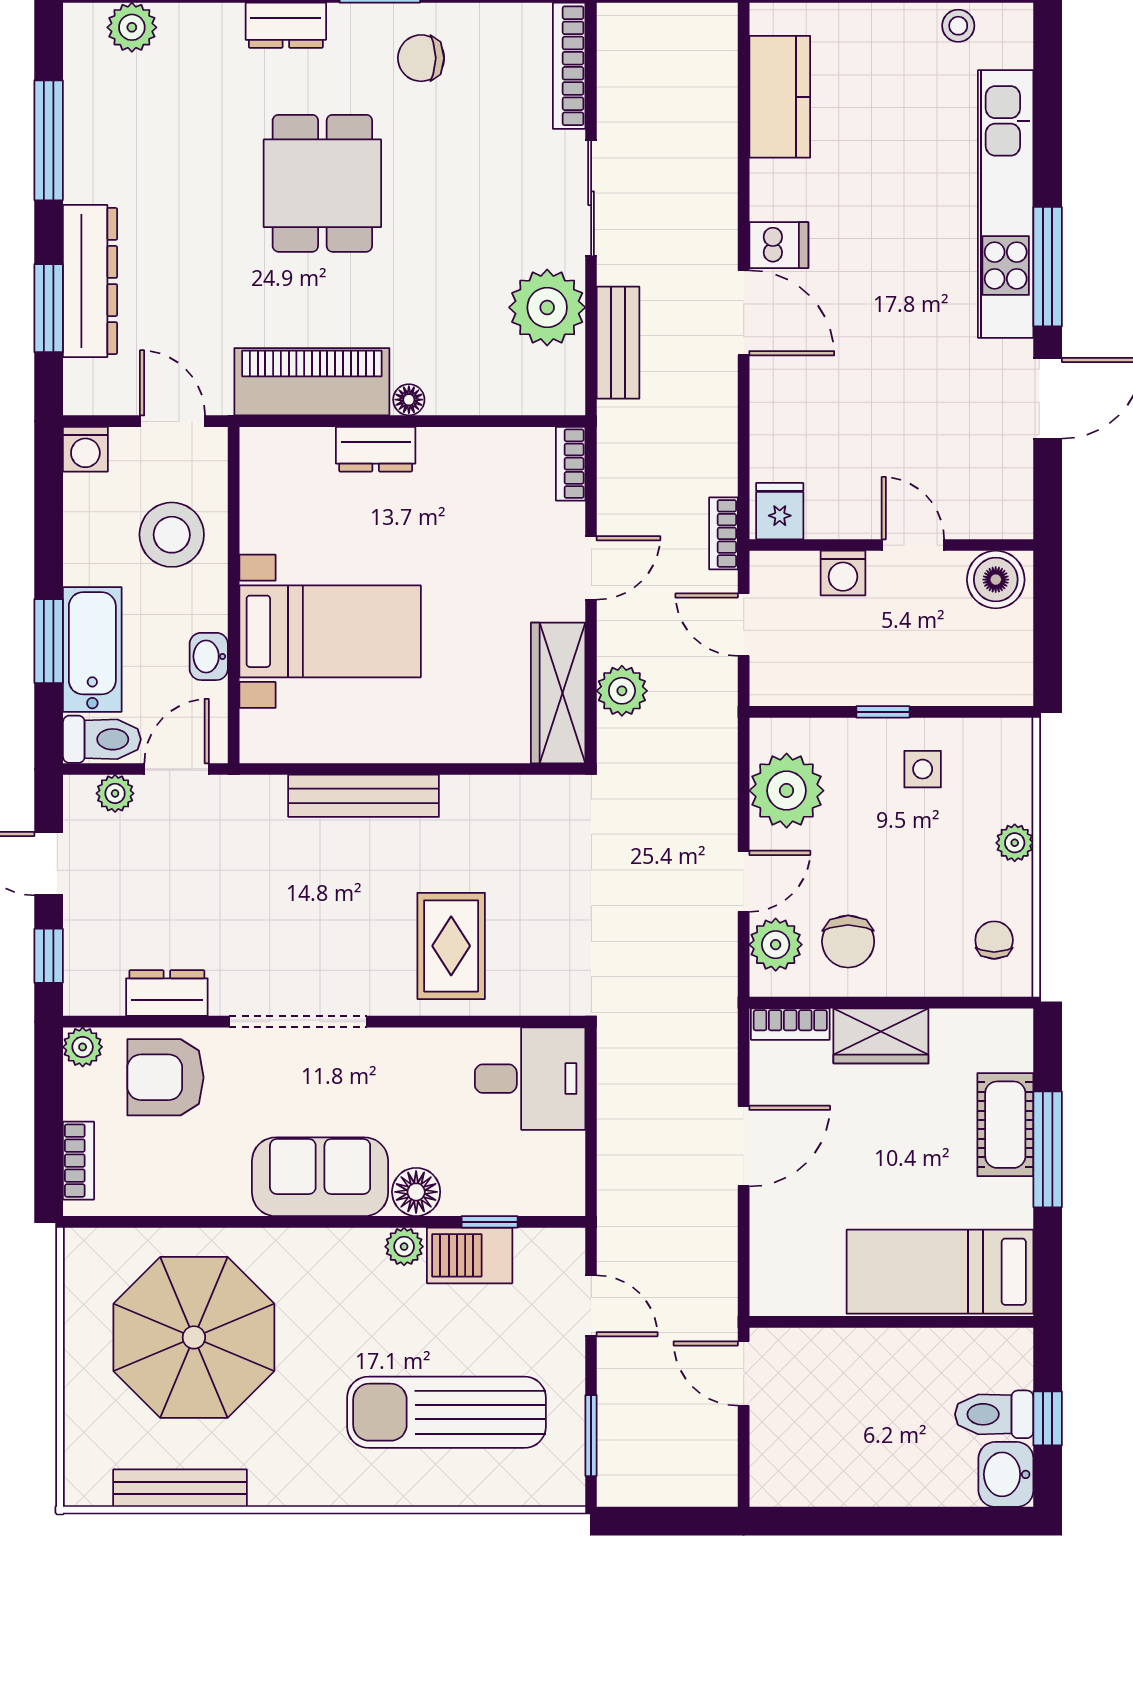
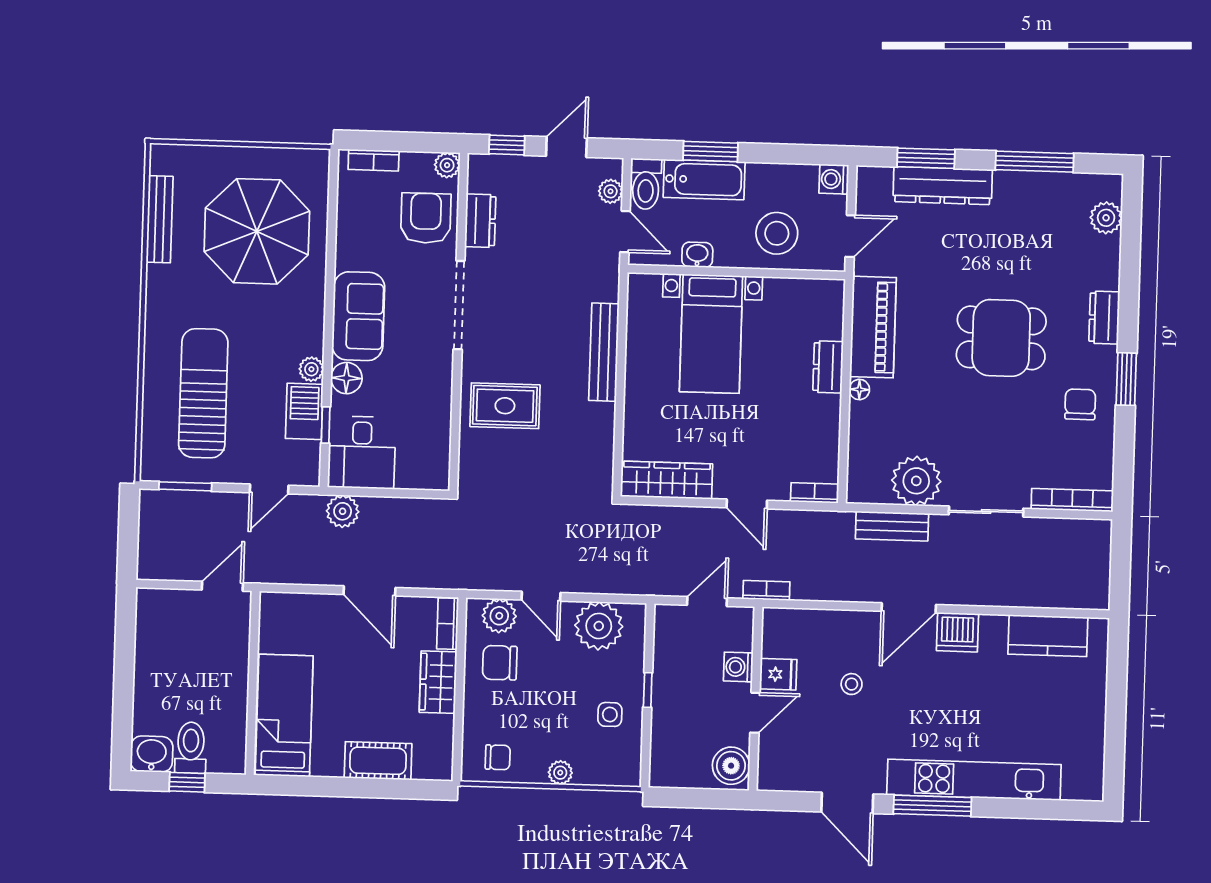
stool: (958, 26) -> (852, 684), moved
dishwasher: (779, 245) -> (957, 632), width x1.38
fridge: (780, 511) -> (778, 674), moved
plant: (622, 691) -> (343, 511), moved
desk: (530, 1079) -> (362, 452), moved
window: (1048, 1149) -> (361, 788), removed

